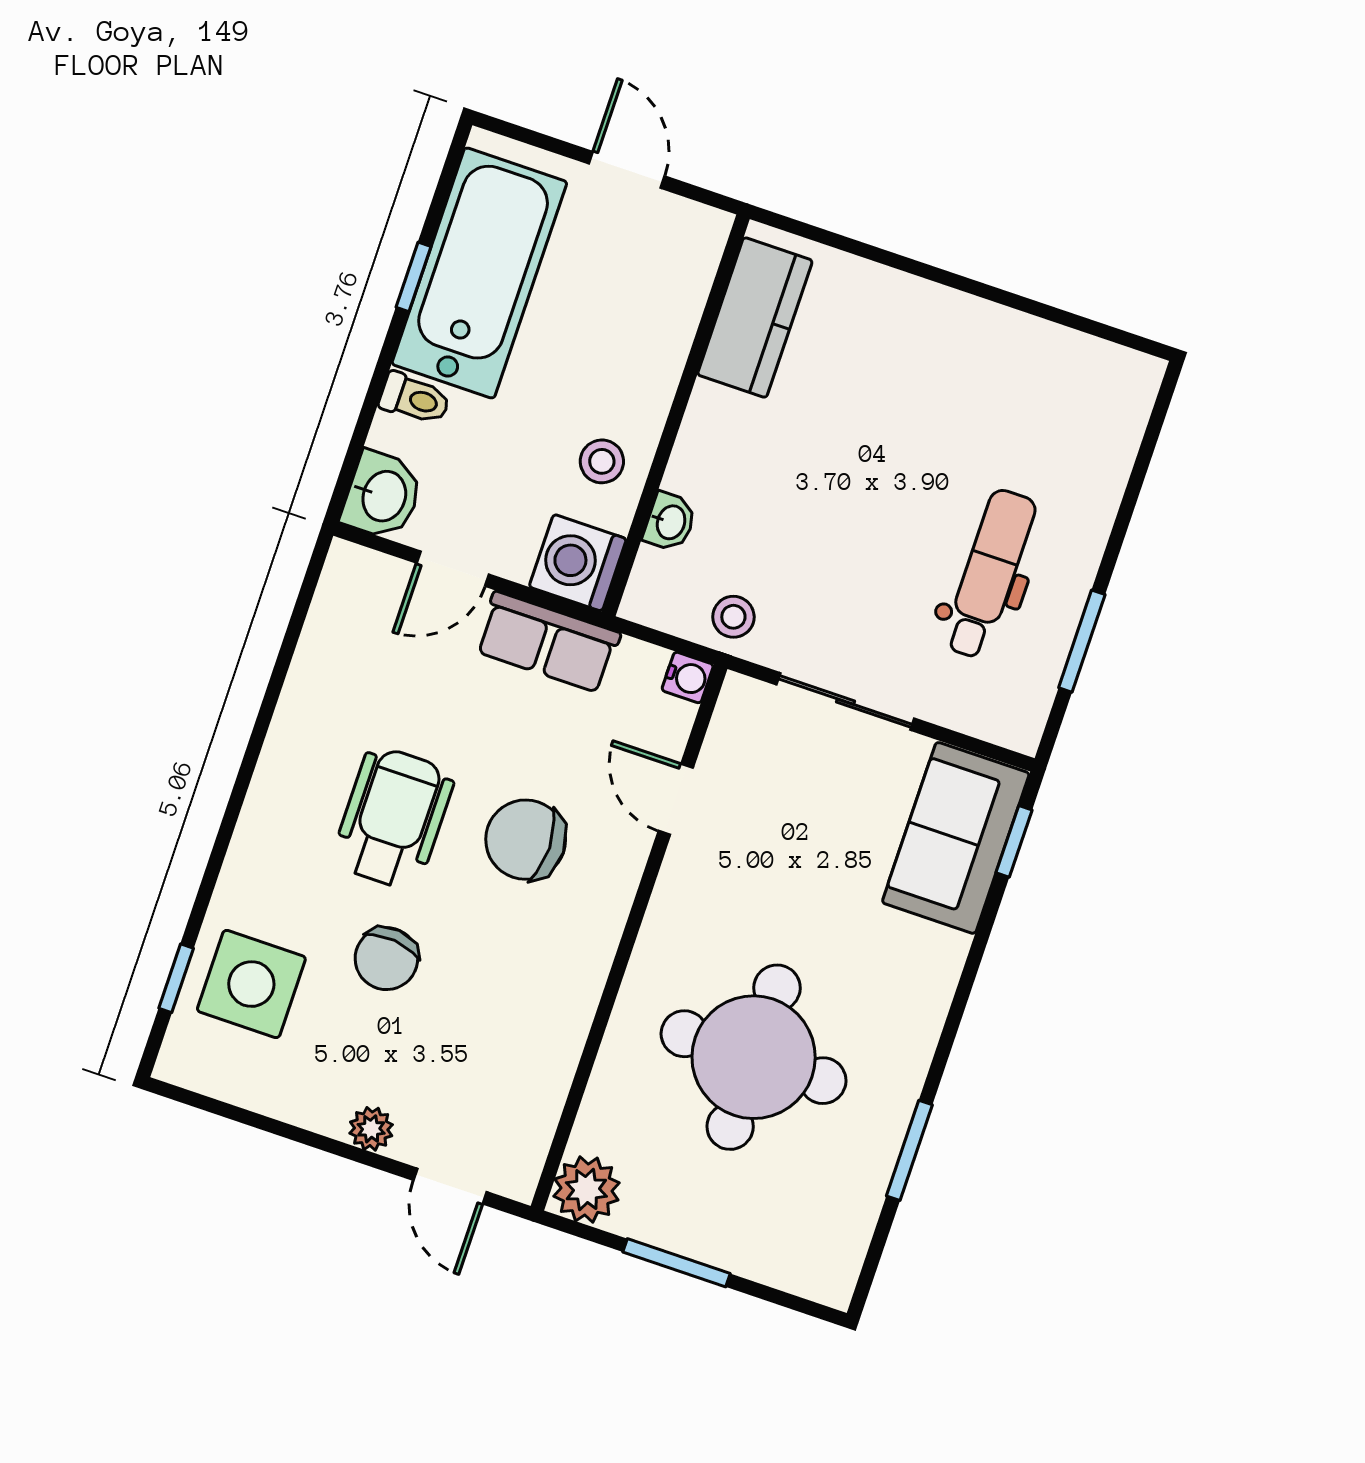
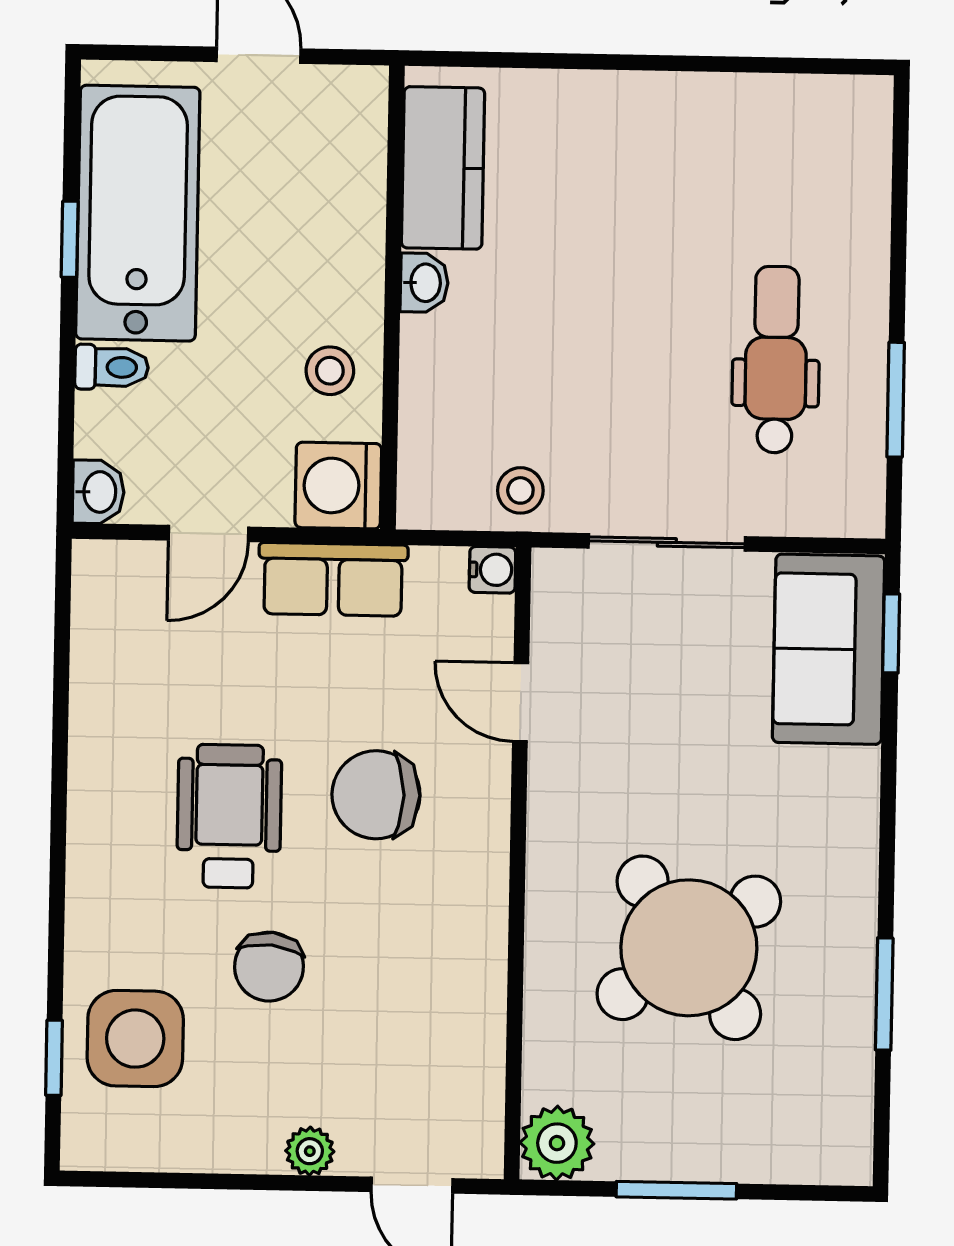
washbasin: (382, 496) -> (98, 492), width x0.72, depth x0.69
washbasin: (670, 522) -> (424, 283), moved
round table: (754, 1057) -> (689, 948), turned -36

